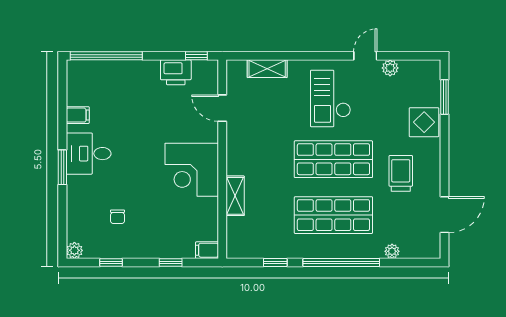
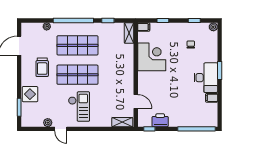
door: (365, 56) -> (61, 129), hinge flipped
shelving: (267, 69) -> (122, 122), moved
desk: (89, 154) -> (206, 78), width x1.37
corner desk: (192, 170) -> (152, 57), moved
shelving: (235, 196) -> (129, 33), moved

